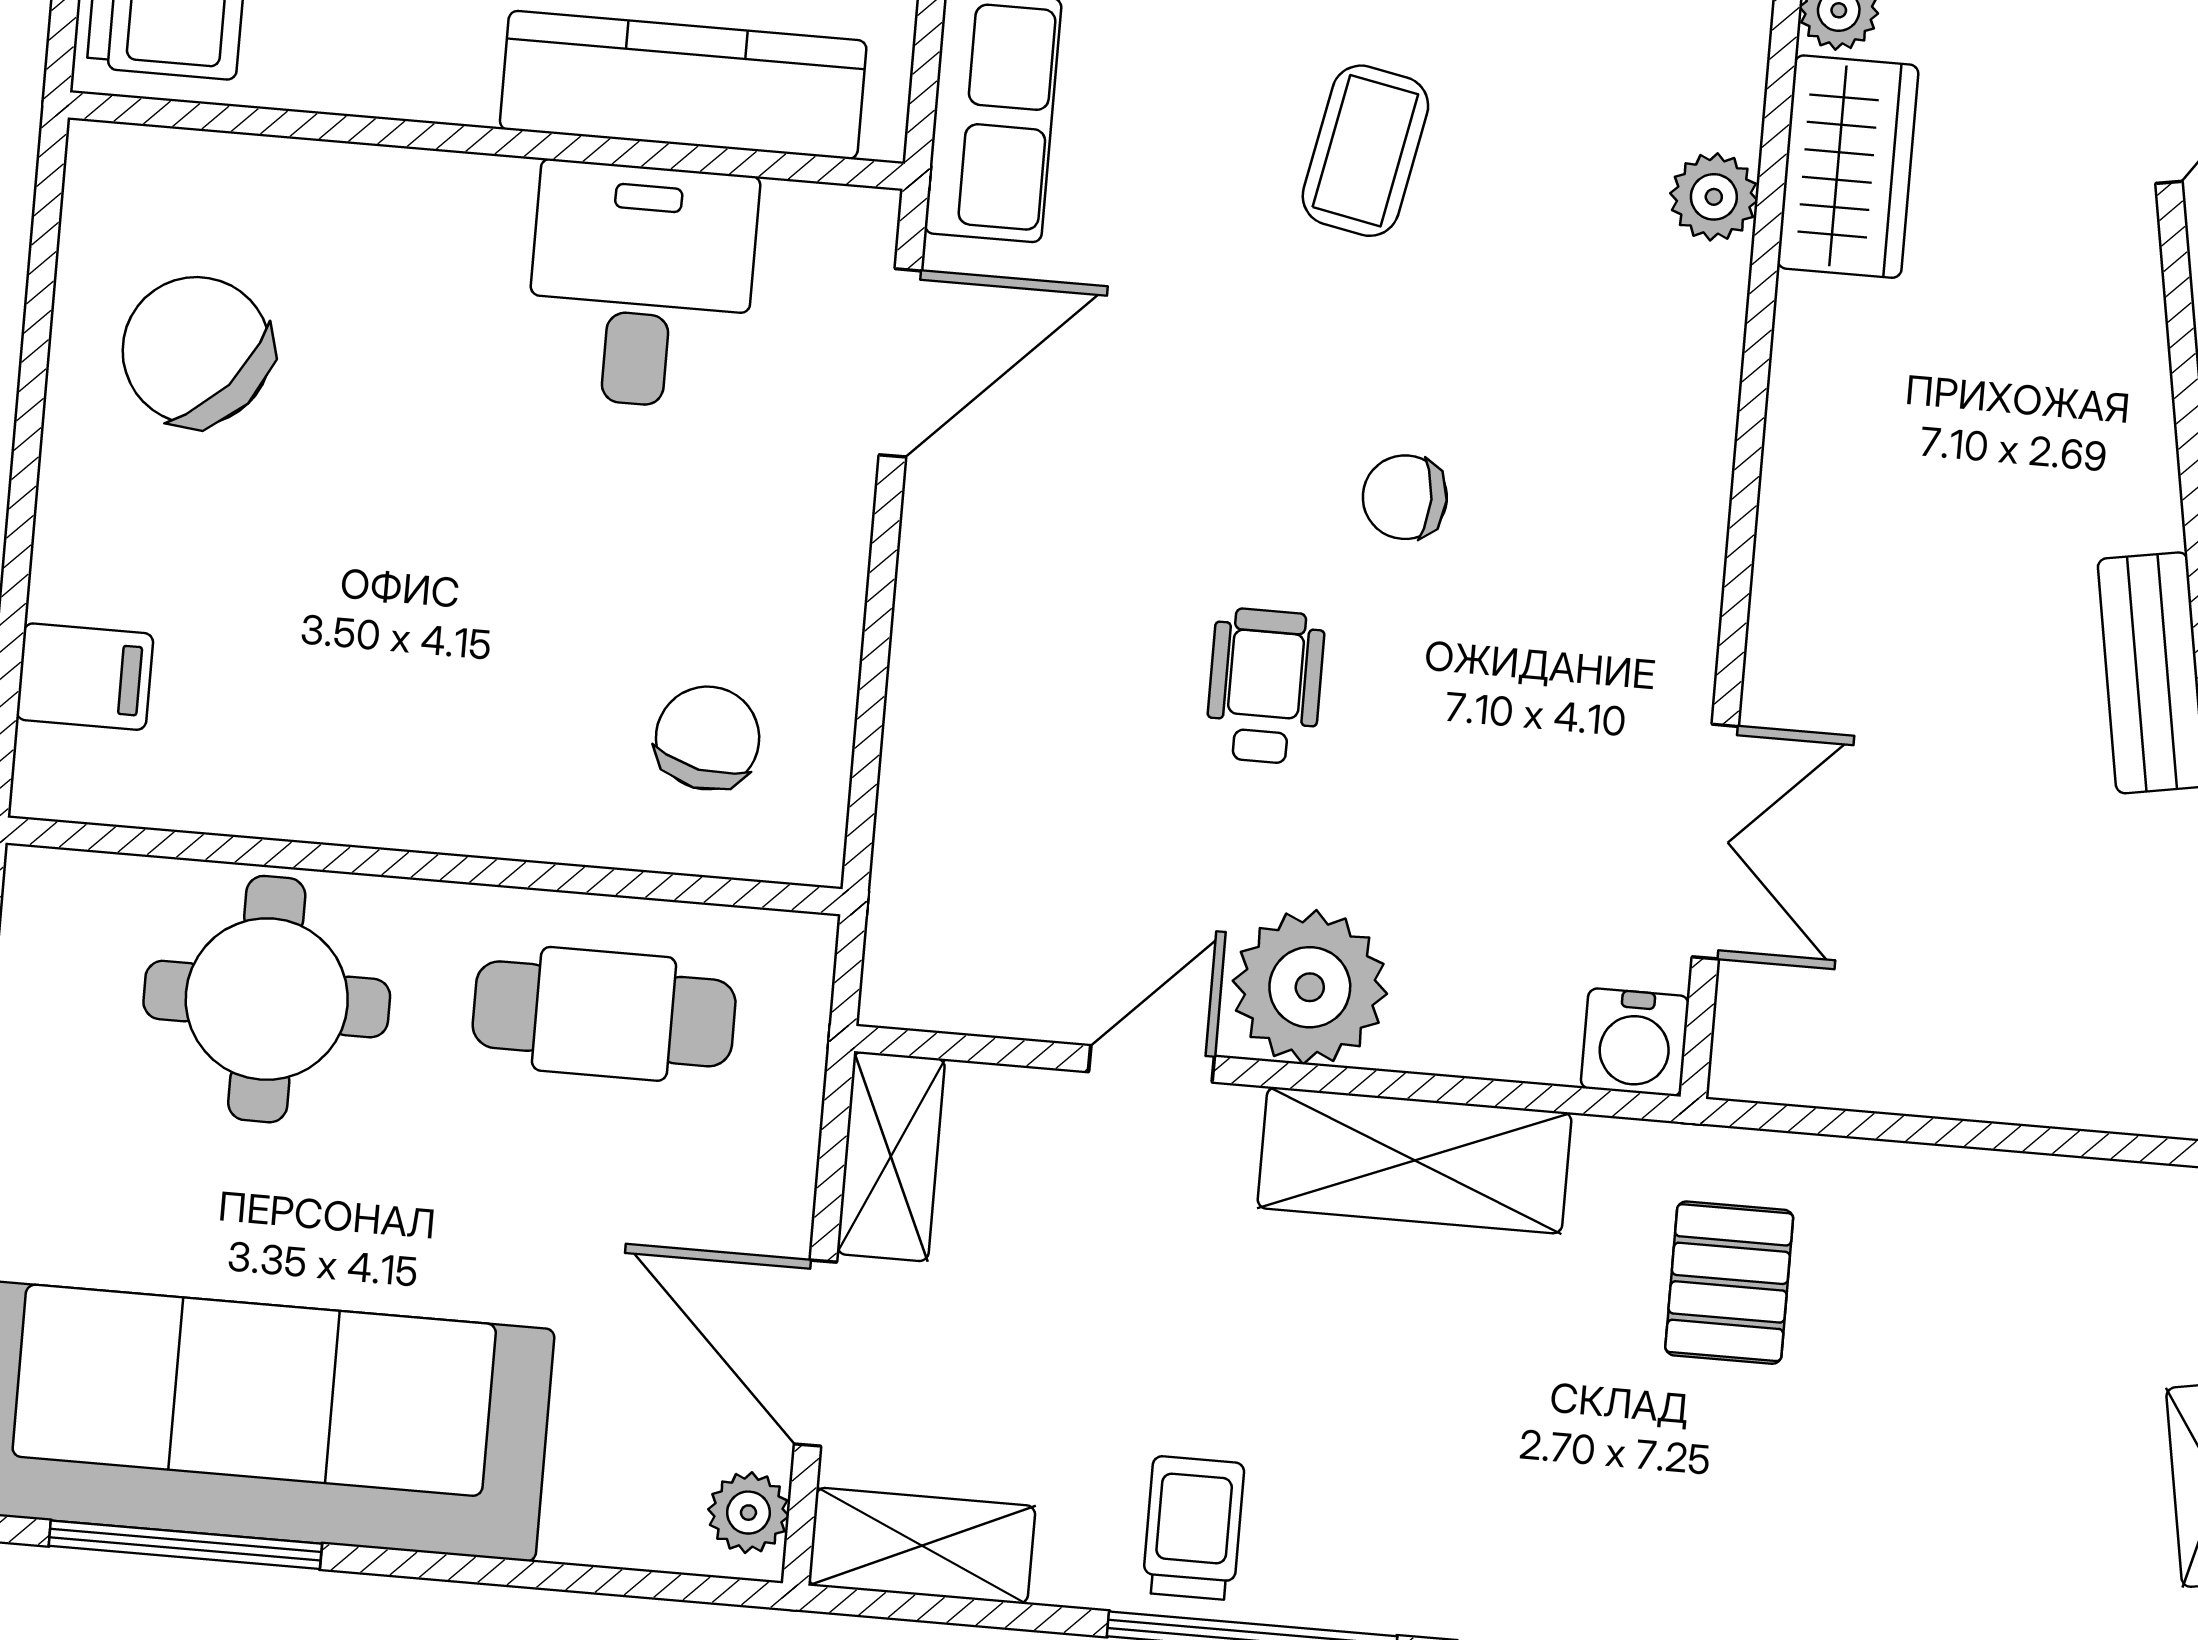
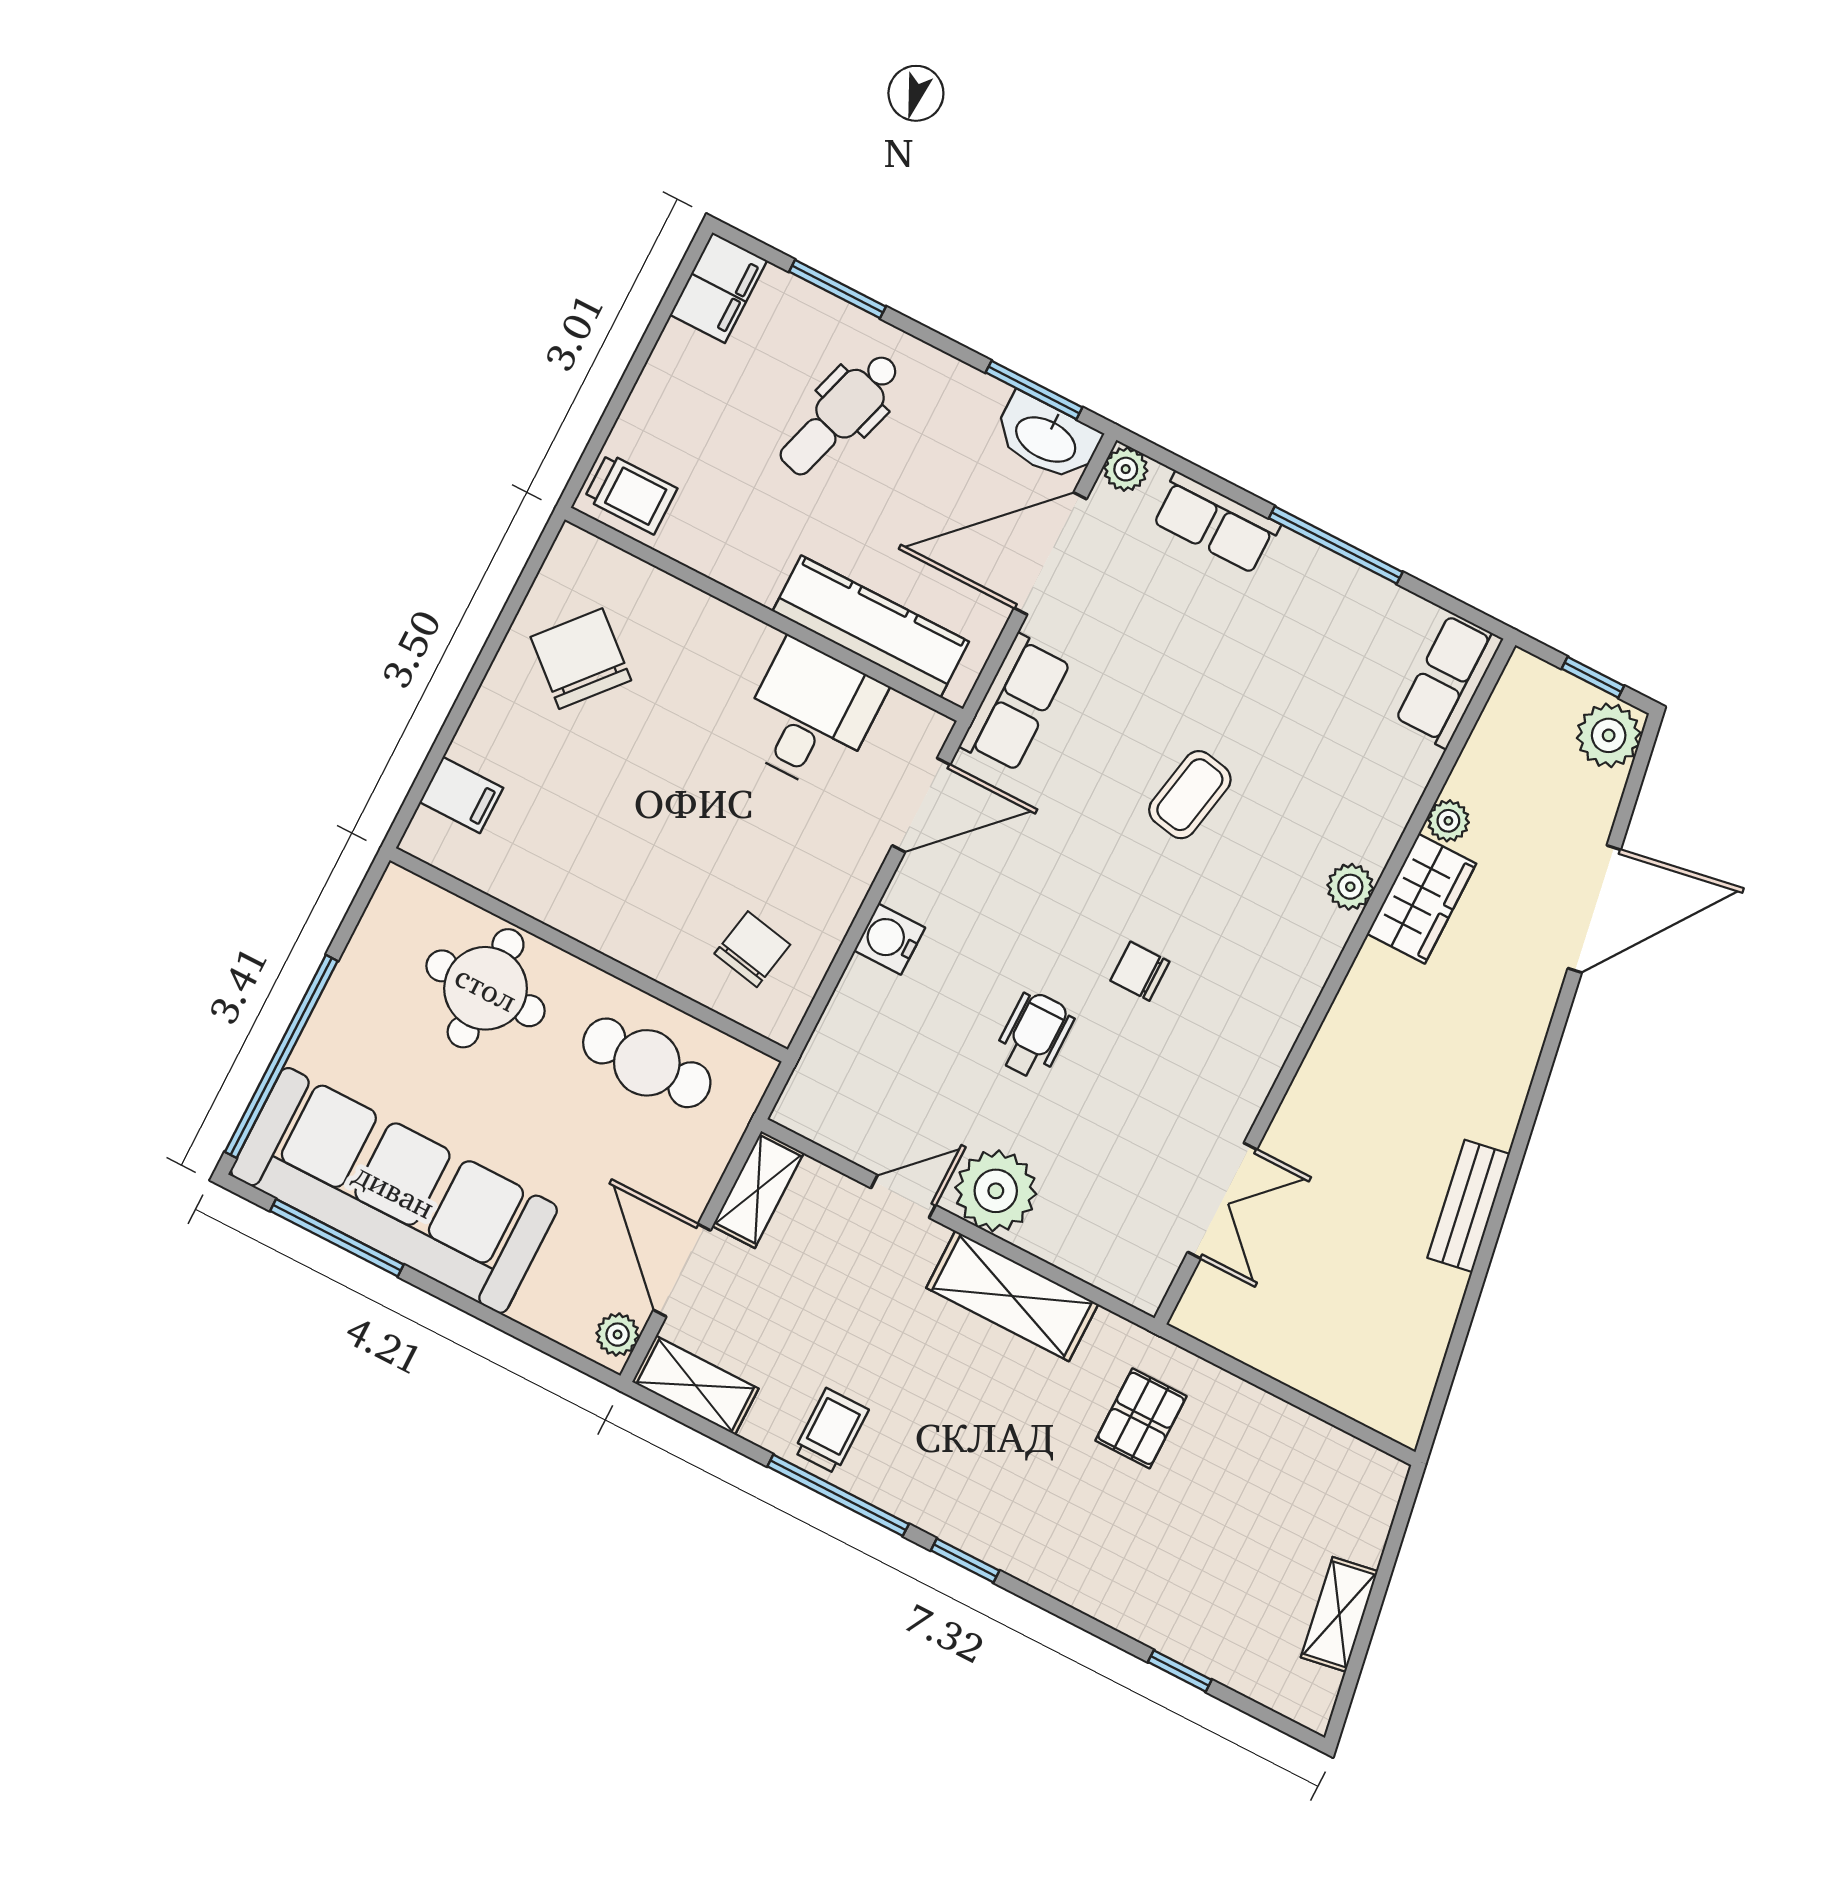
water cooler: (1635, 1042) -> (890, 939), moved, turned 90

